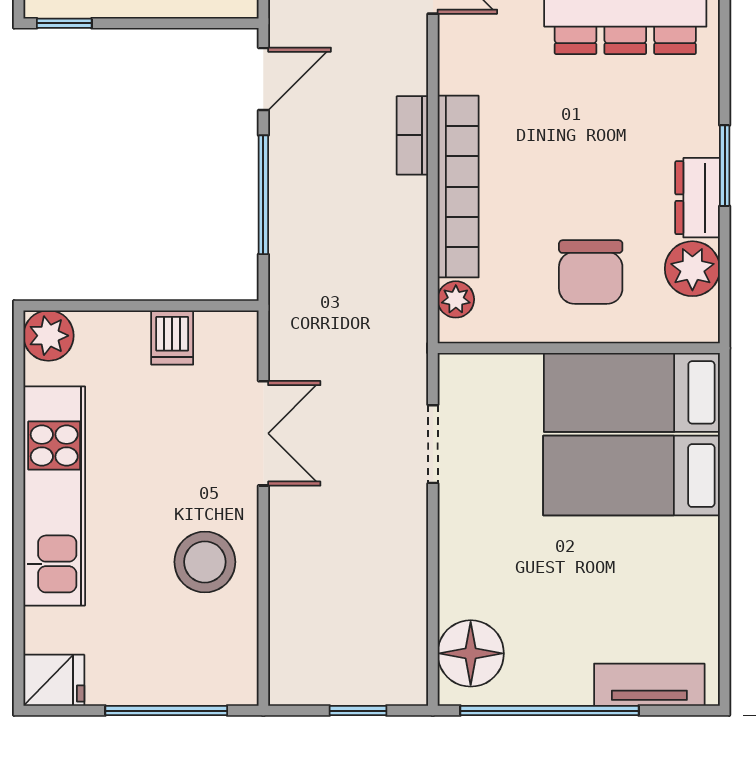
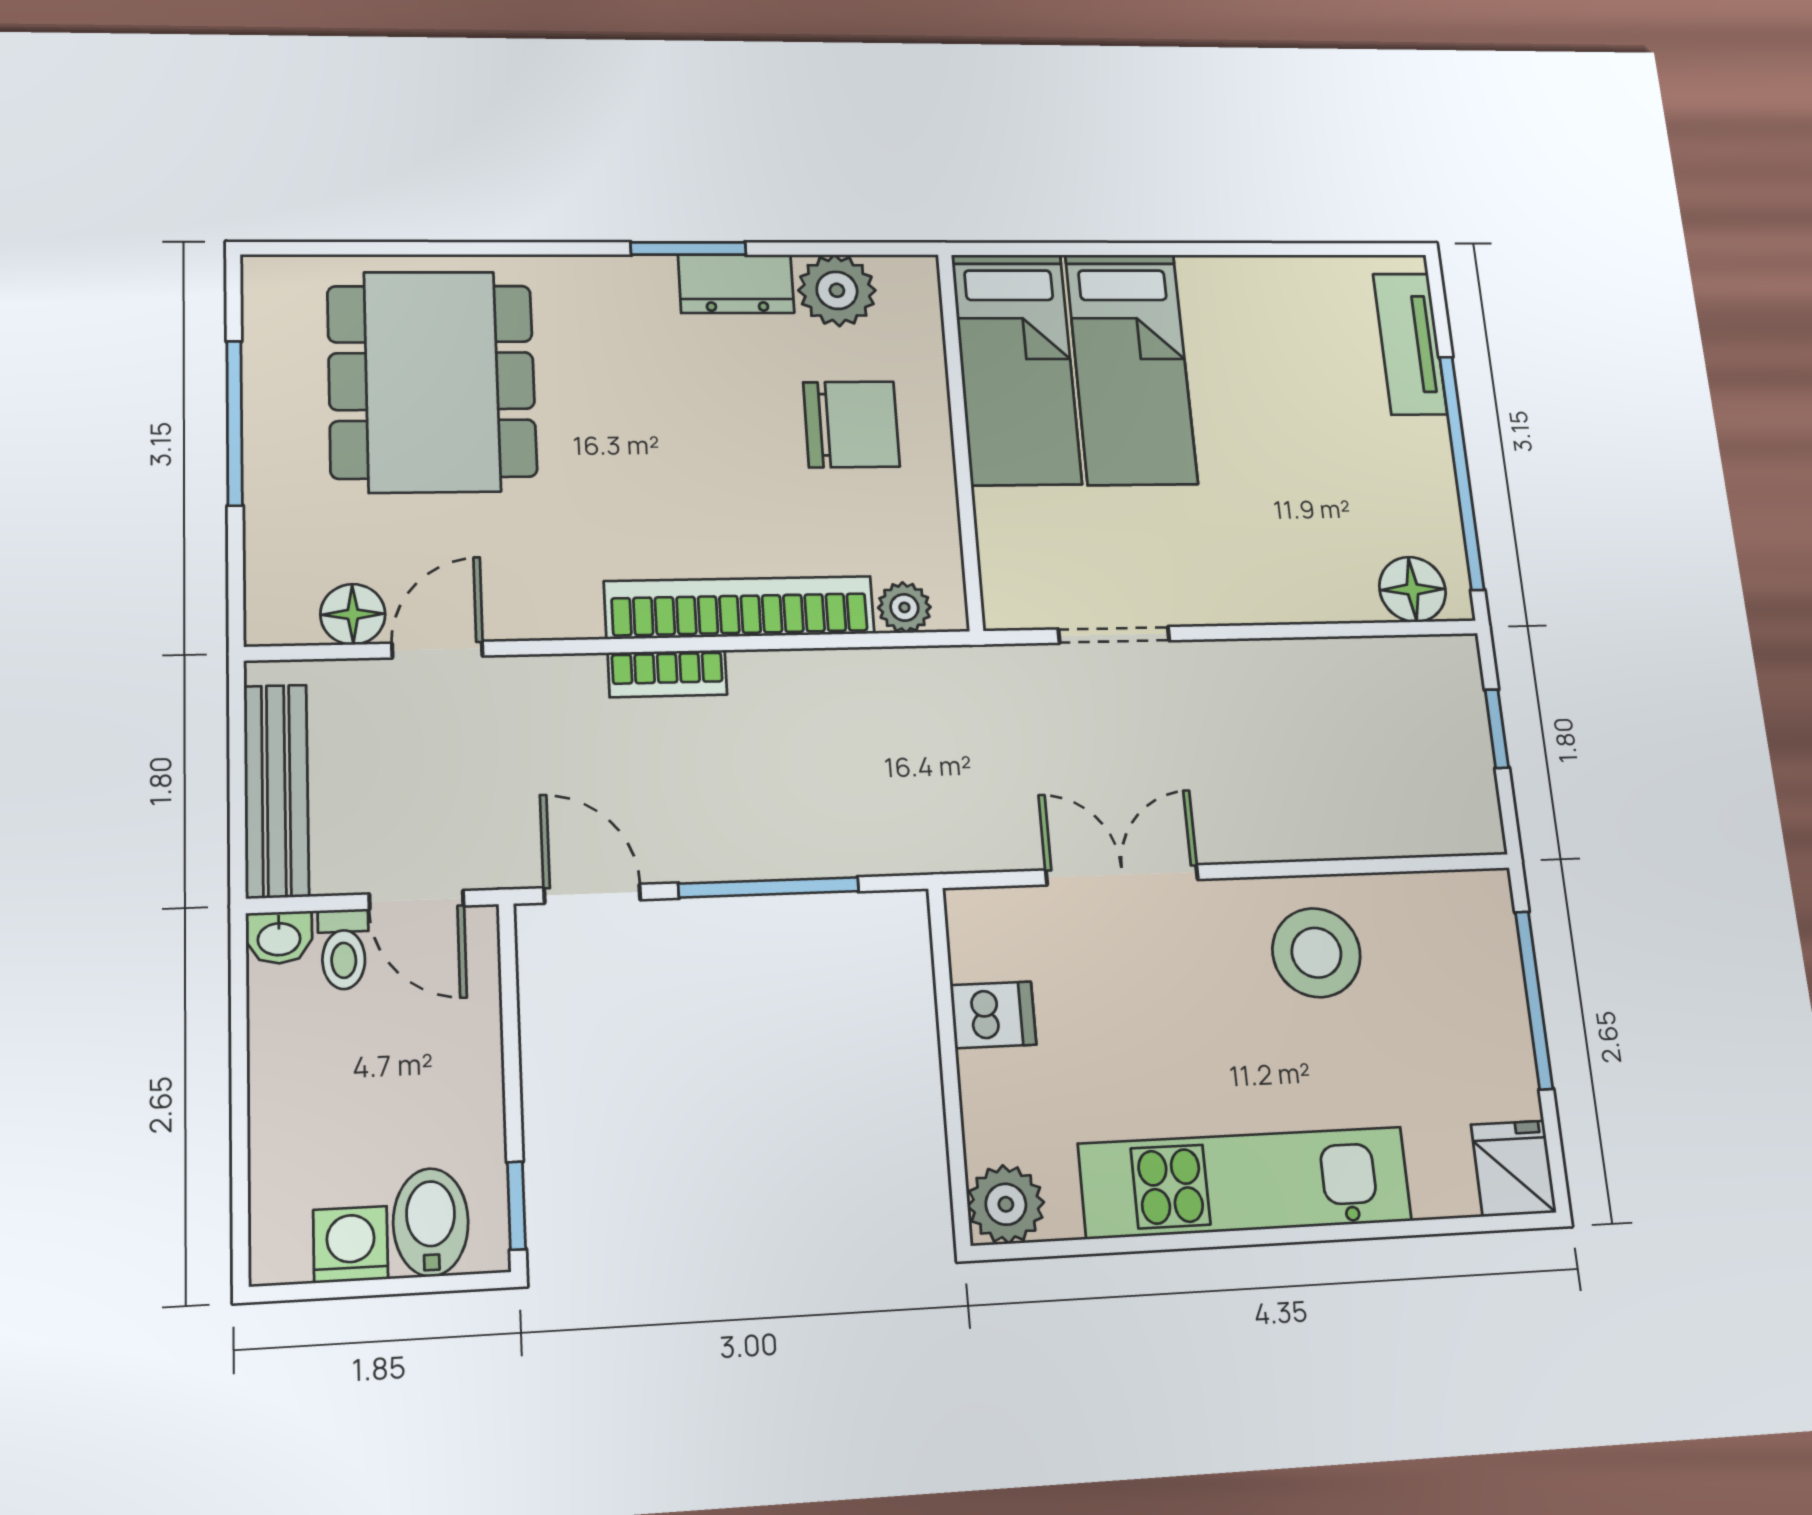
floor lamp: (471, 653) -> (1412, 589), width x0.73, depth x0.73

